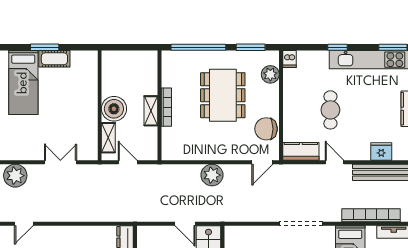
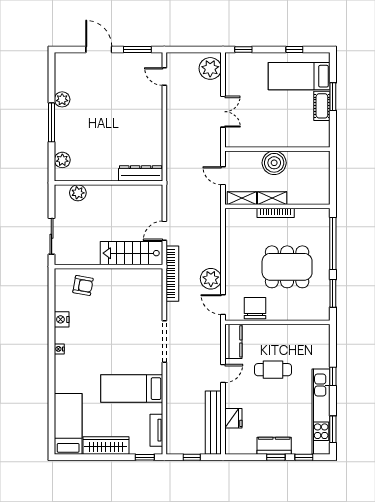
dishwasher: (290, 59) -> (322, 331), removed
plant: (270, 74) -> (307, 312), removed
shelving: (108, 138) -> (242, 198), moved
door: (128, 162) -> (223, 176), swing flipped
plant: (212, 175) -> (211, 279), moved
bookcase: (371, 215) -> (172, 274), moved

